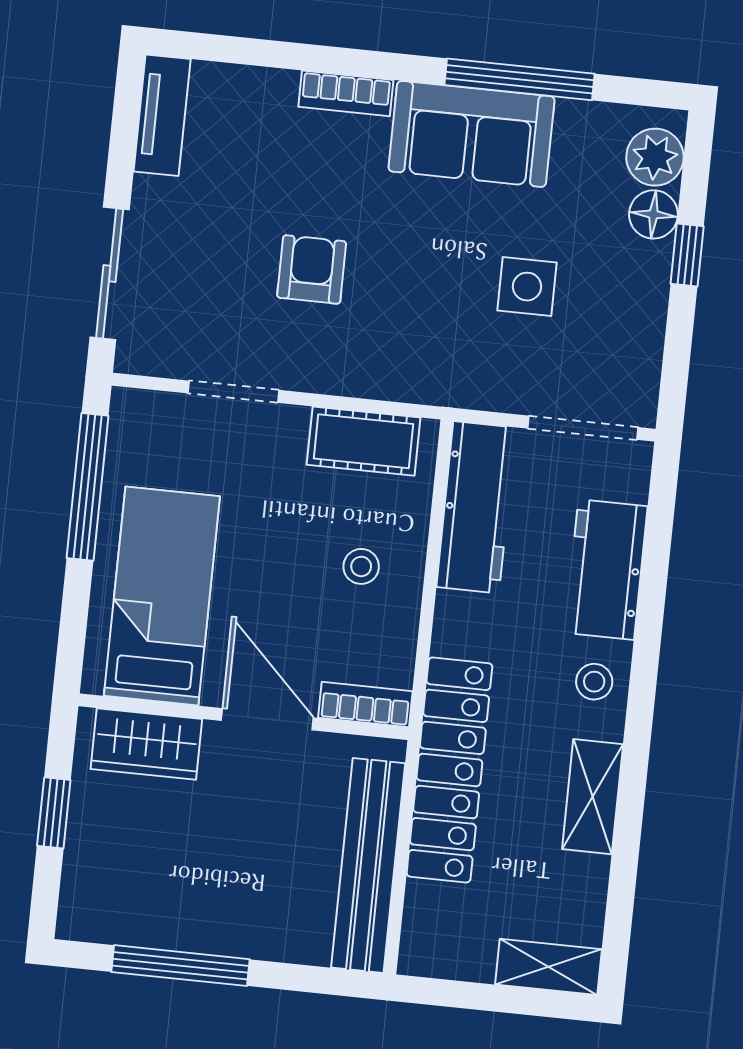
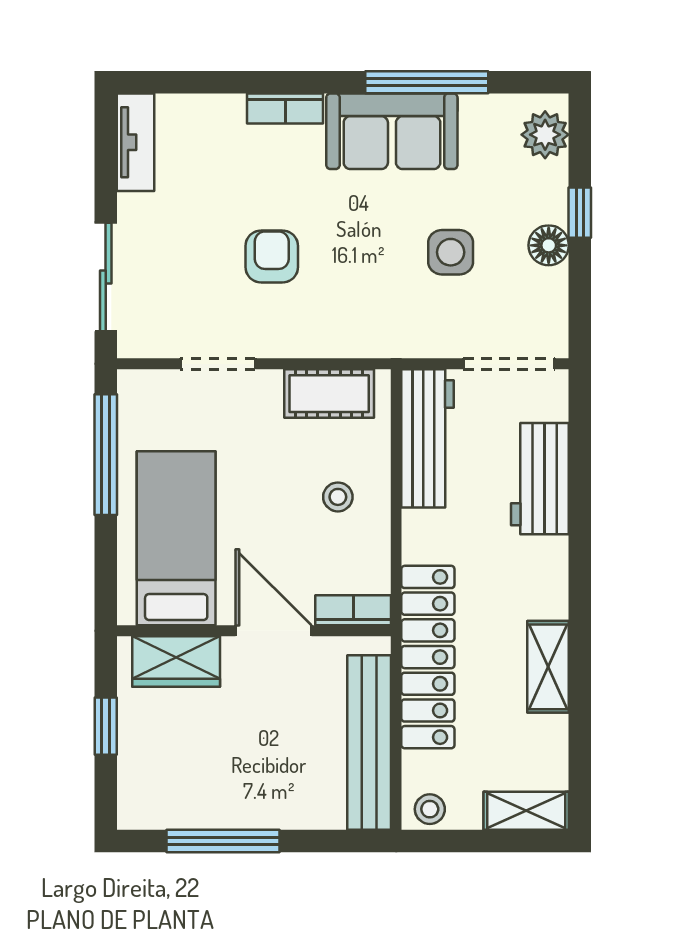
floor lamp: (653, 214) -> (549, 245), moved
stool: (594, 682) -> (430, 809), moved

